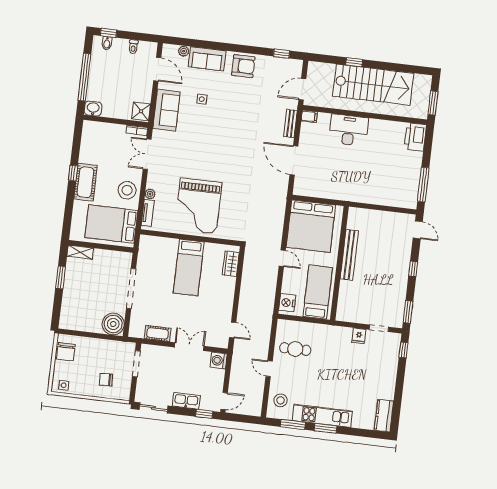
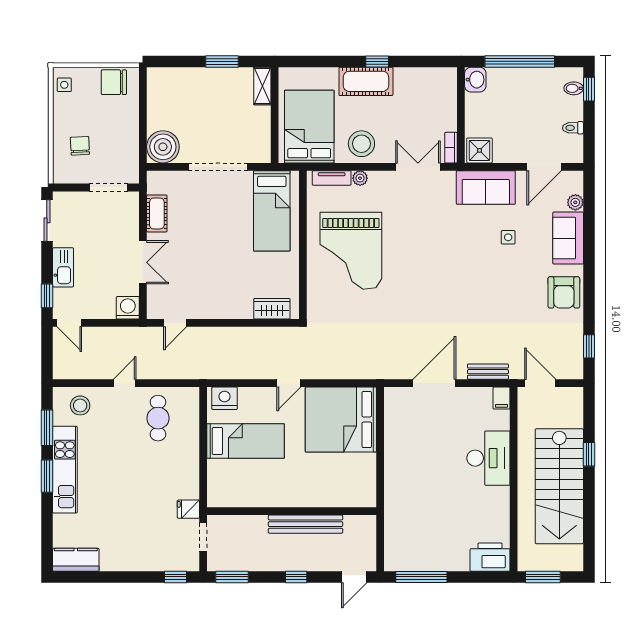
grand piano: (198, 206) -> (351, 251), turned -90
bench: (349, 255) -> (305, 524), moved
wall: (339, 263) -> (292, 511), moved
bed: (189, 268) -> (272, 211), moved, turned -90

